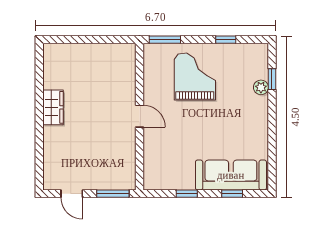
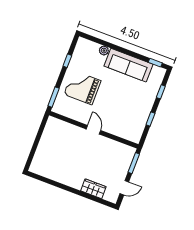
window: (272, 79) -> (155, 63), moved
wardrobe: (53, 107) -> (93, 189), moved
door: (139, 116) -> (93, 130), hinge flipped
sofa: (231, 175) -> (129, 65), moved, turned -90

